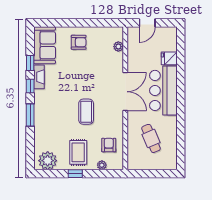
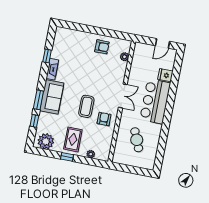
door: (147, 23) -> (162, 43), moved
armchair: (79, 42) -> (102, 47), moved
sofa: (45, 45) -> (52, 97), moved
window: (30, 86) -> (34, 121), moved
double door: (125, 92) -> (123, 96), width x0.73
armchair: (109, 145) -> (104, 119), moved

